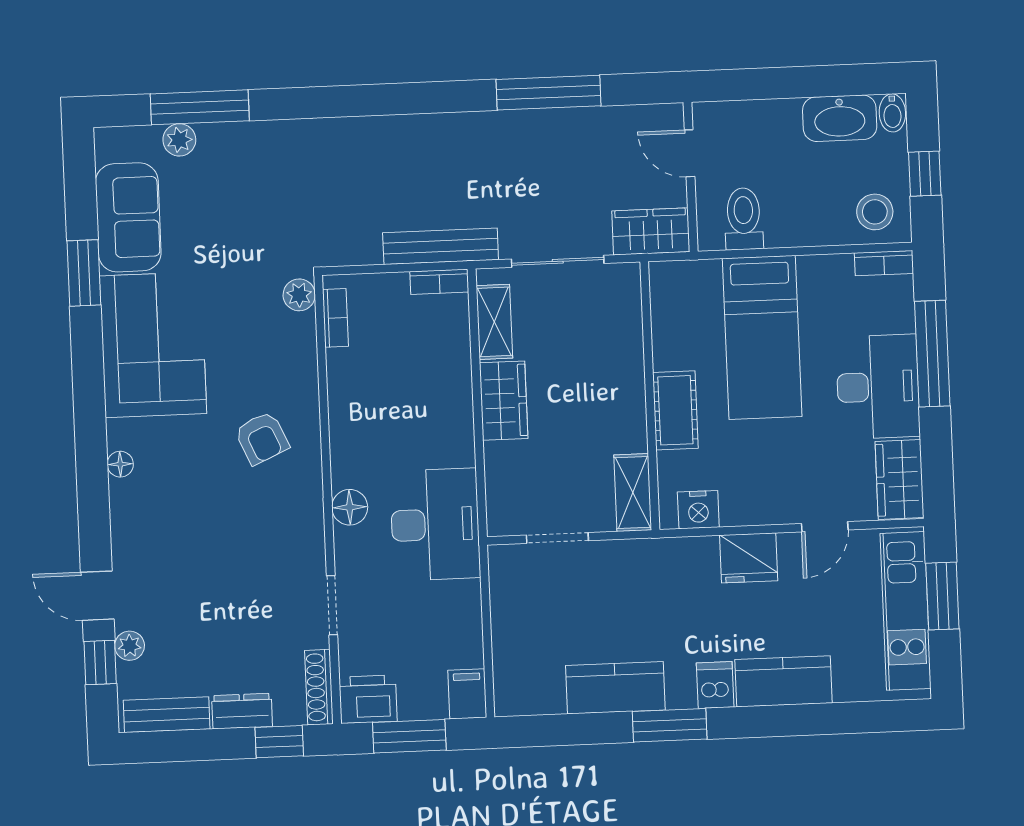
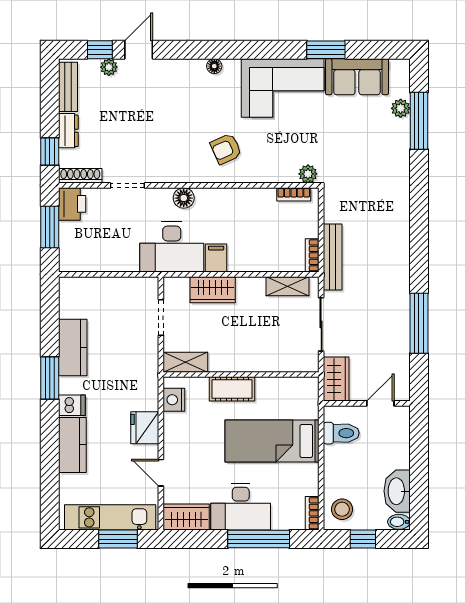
wardrobe: (504, 401) -> (213, 290), moved
filing cabinet: (467, 694) -> (216, 258), moved, turned -90

